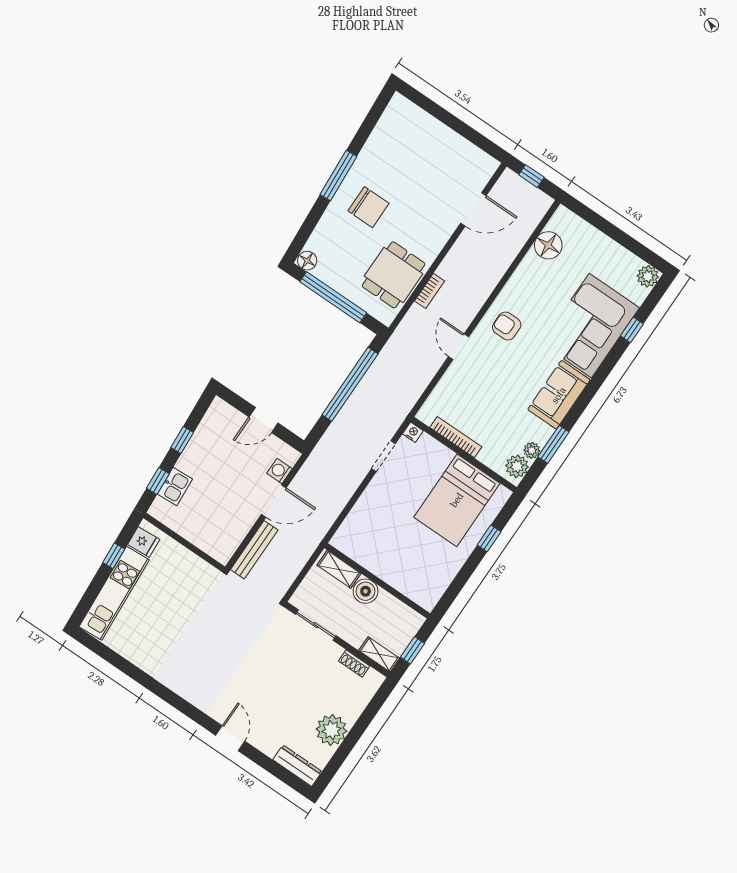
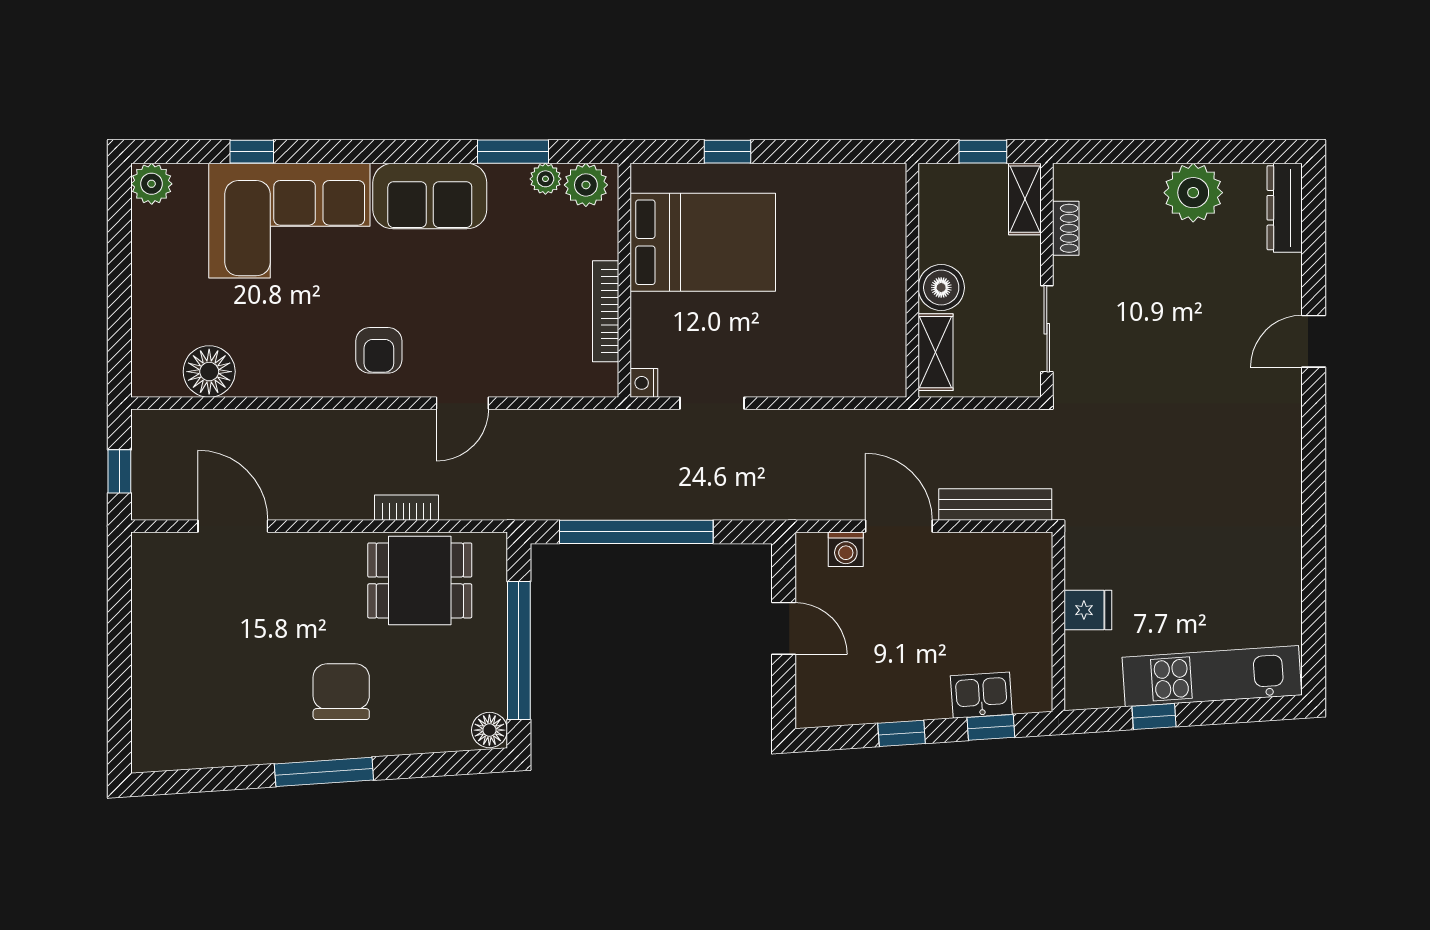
fridge: (144, 542) -> (1088, 610), moved, turned 94

